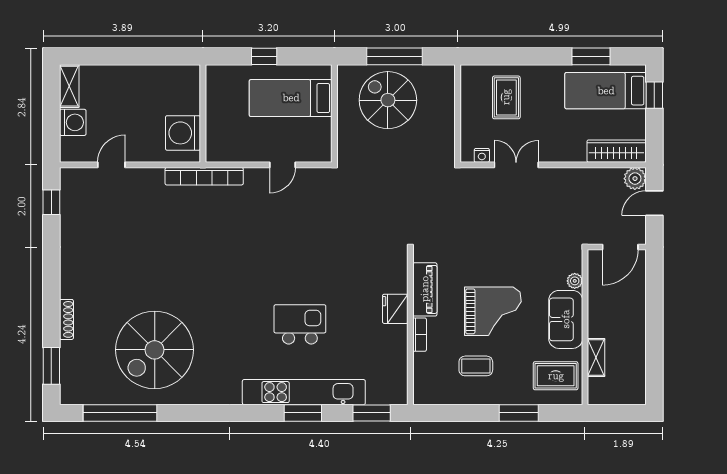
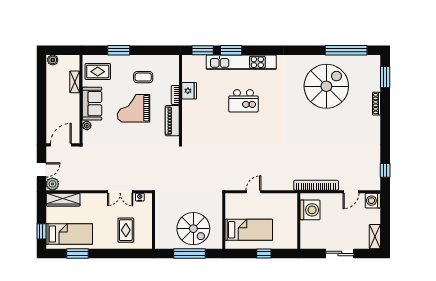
sliding door: (131, 56) -> (340, 253), added
washing machine: (73, 122) -> (373, 201), moved
bookcase: (204, 176) -> (316, 185), moved
fridge: (395, 309) -> (189, 91), moved
boiler: (635, 396) -> (53, 60), added
window: (303, 413) -> (231, 50), moved

